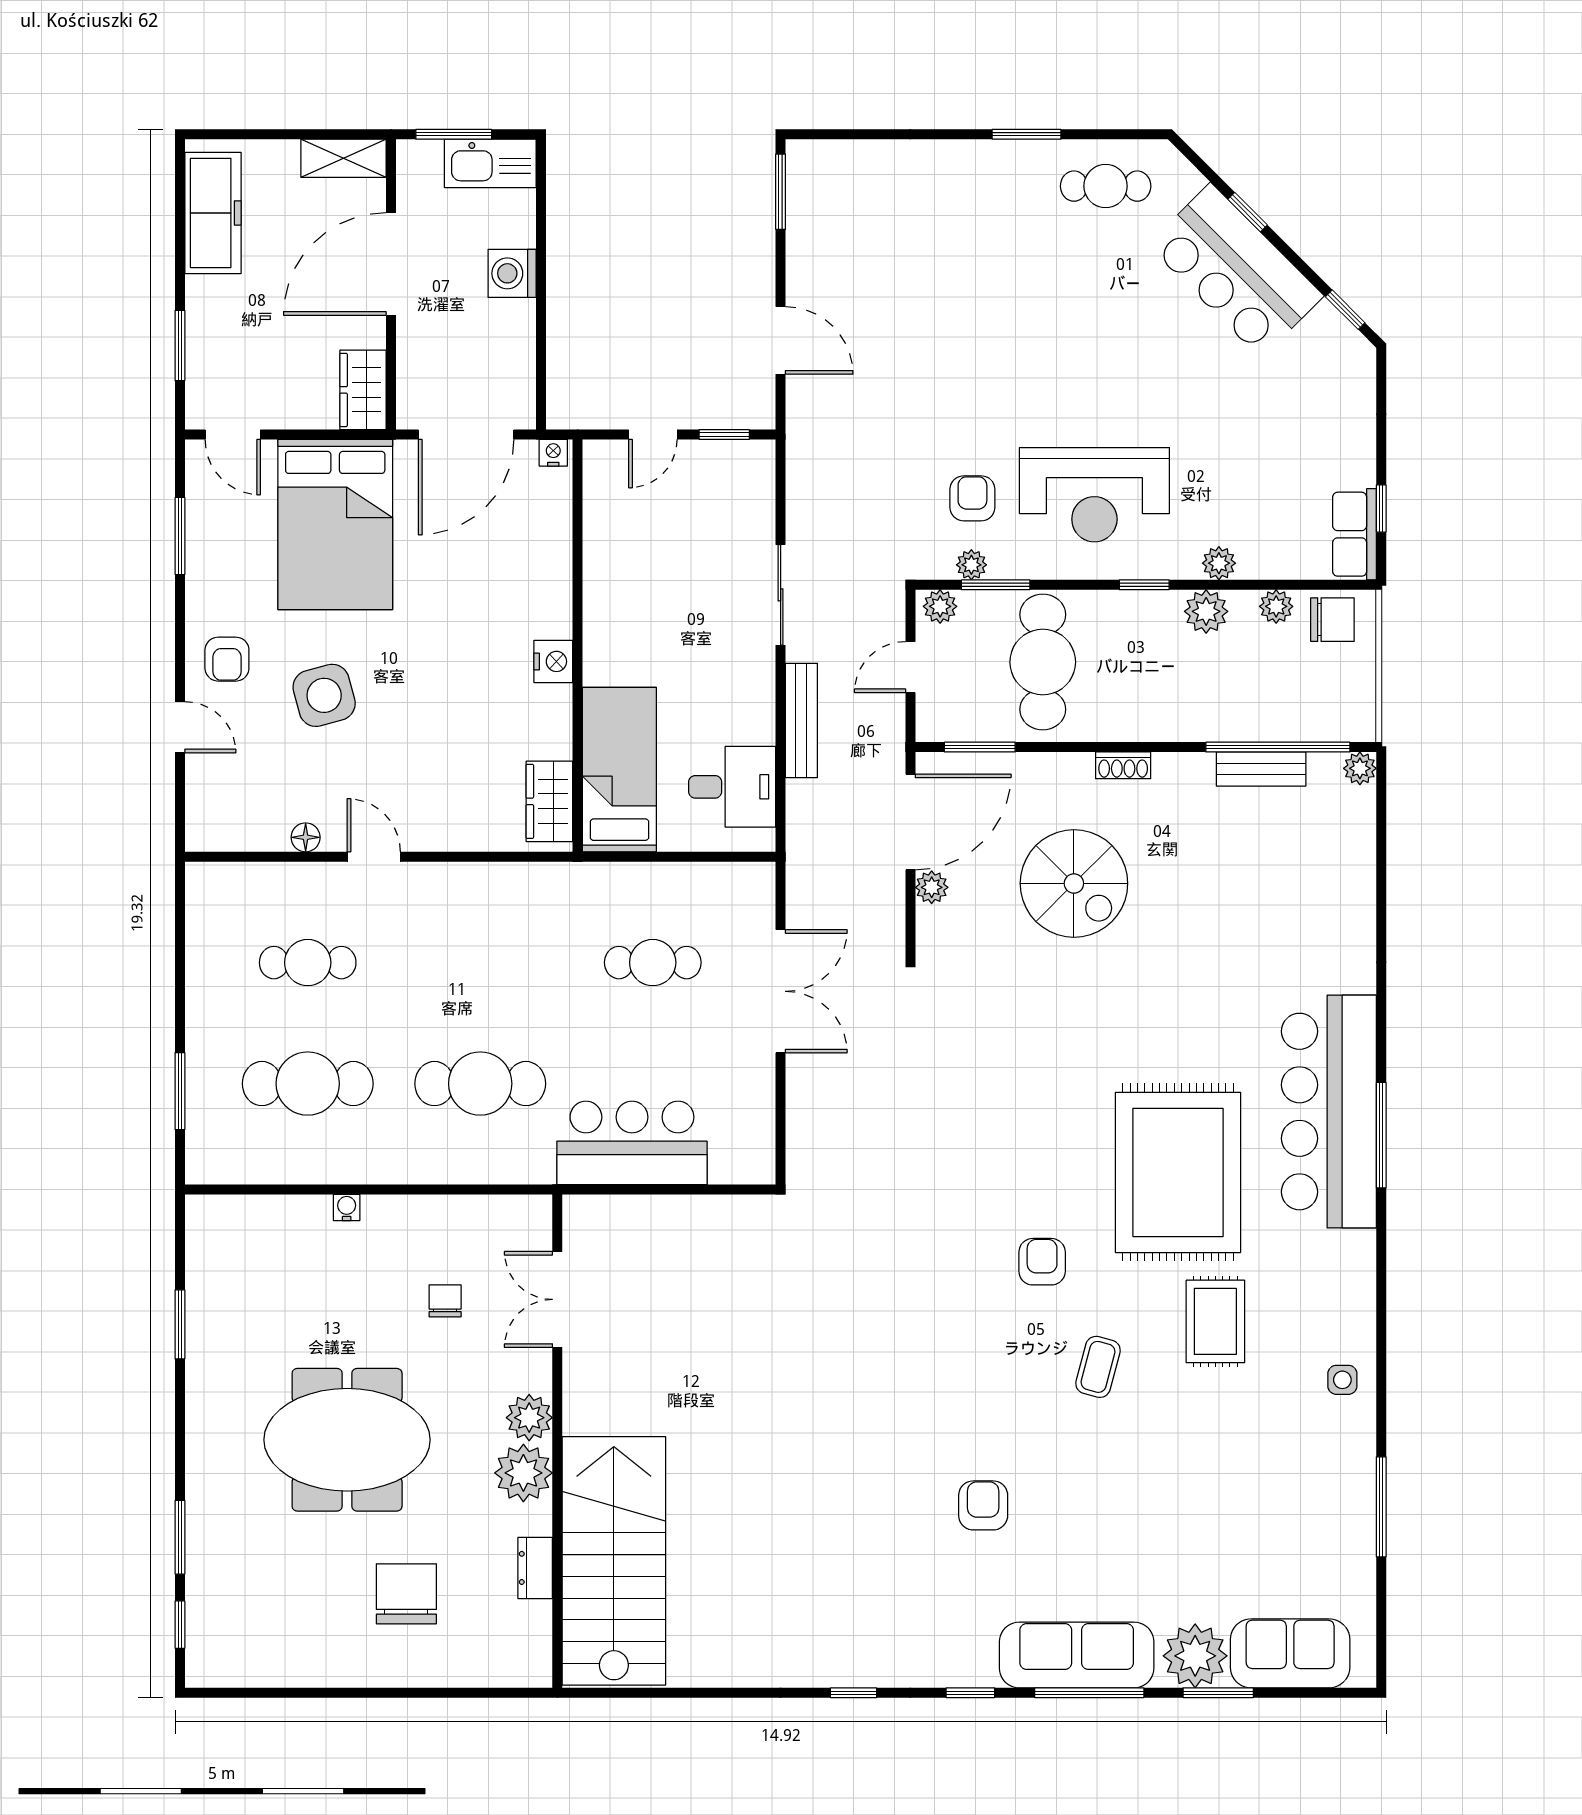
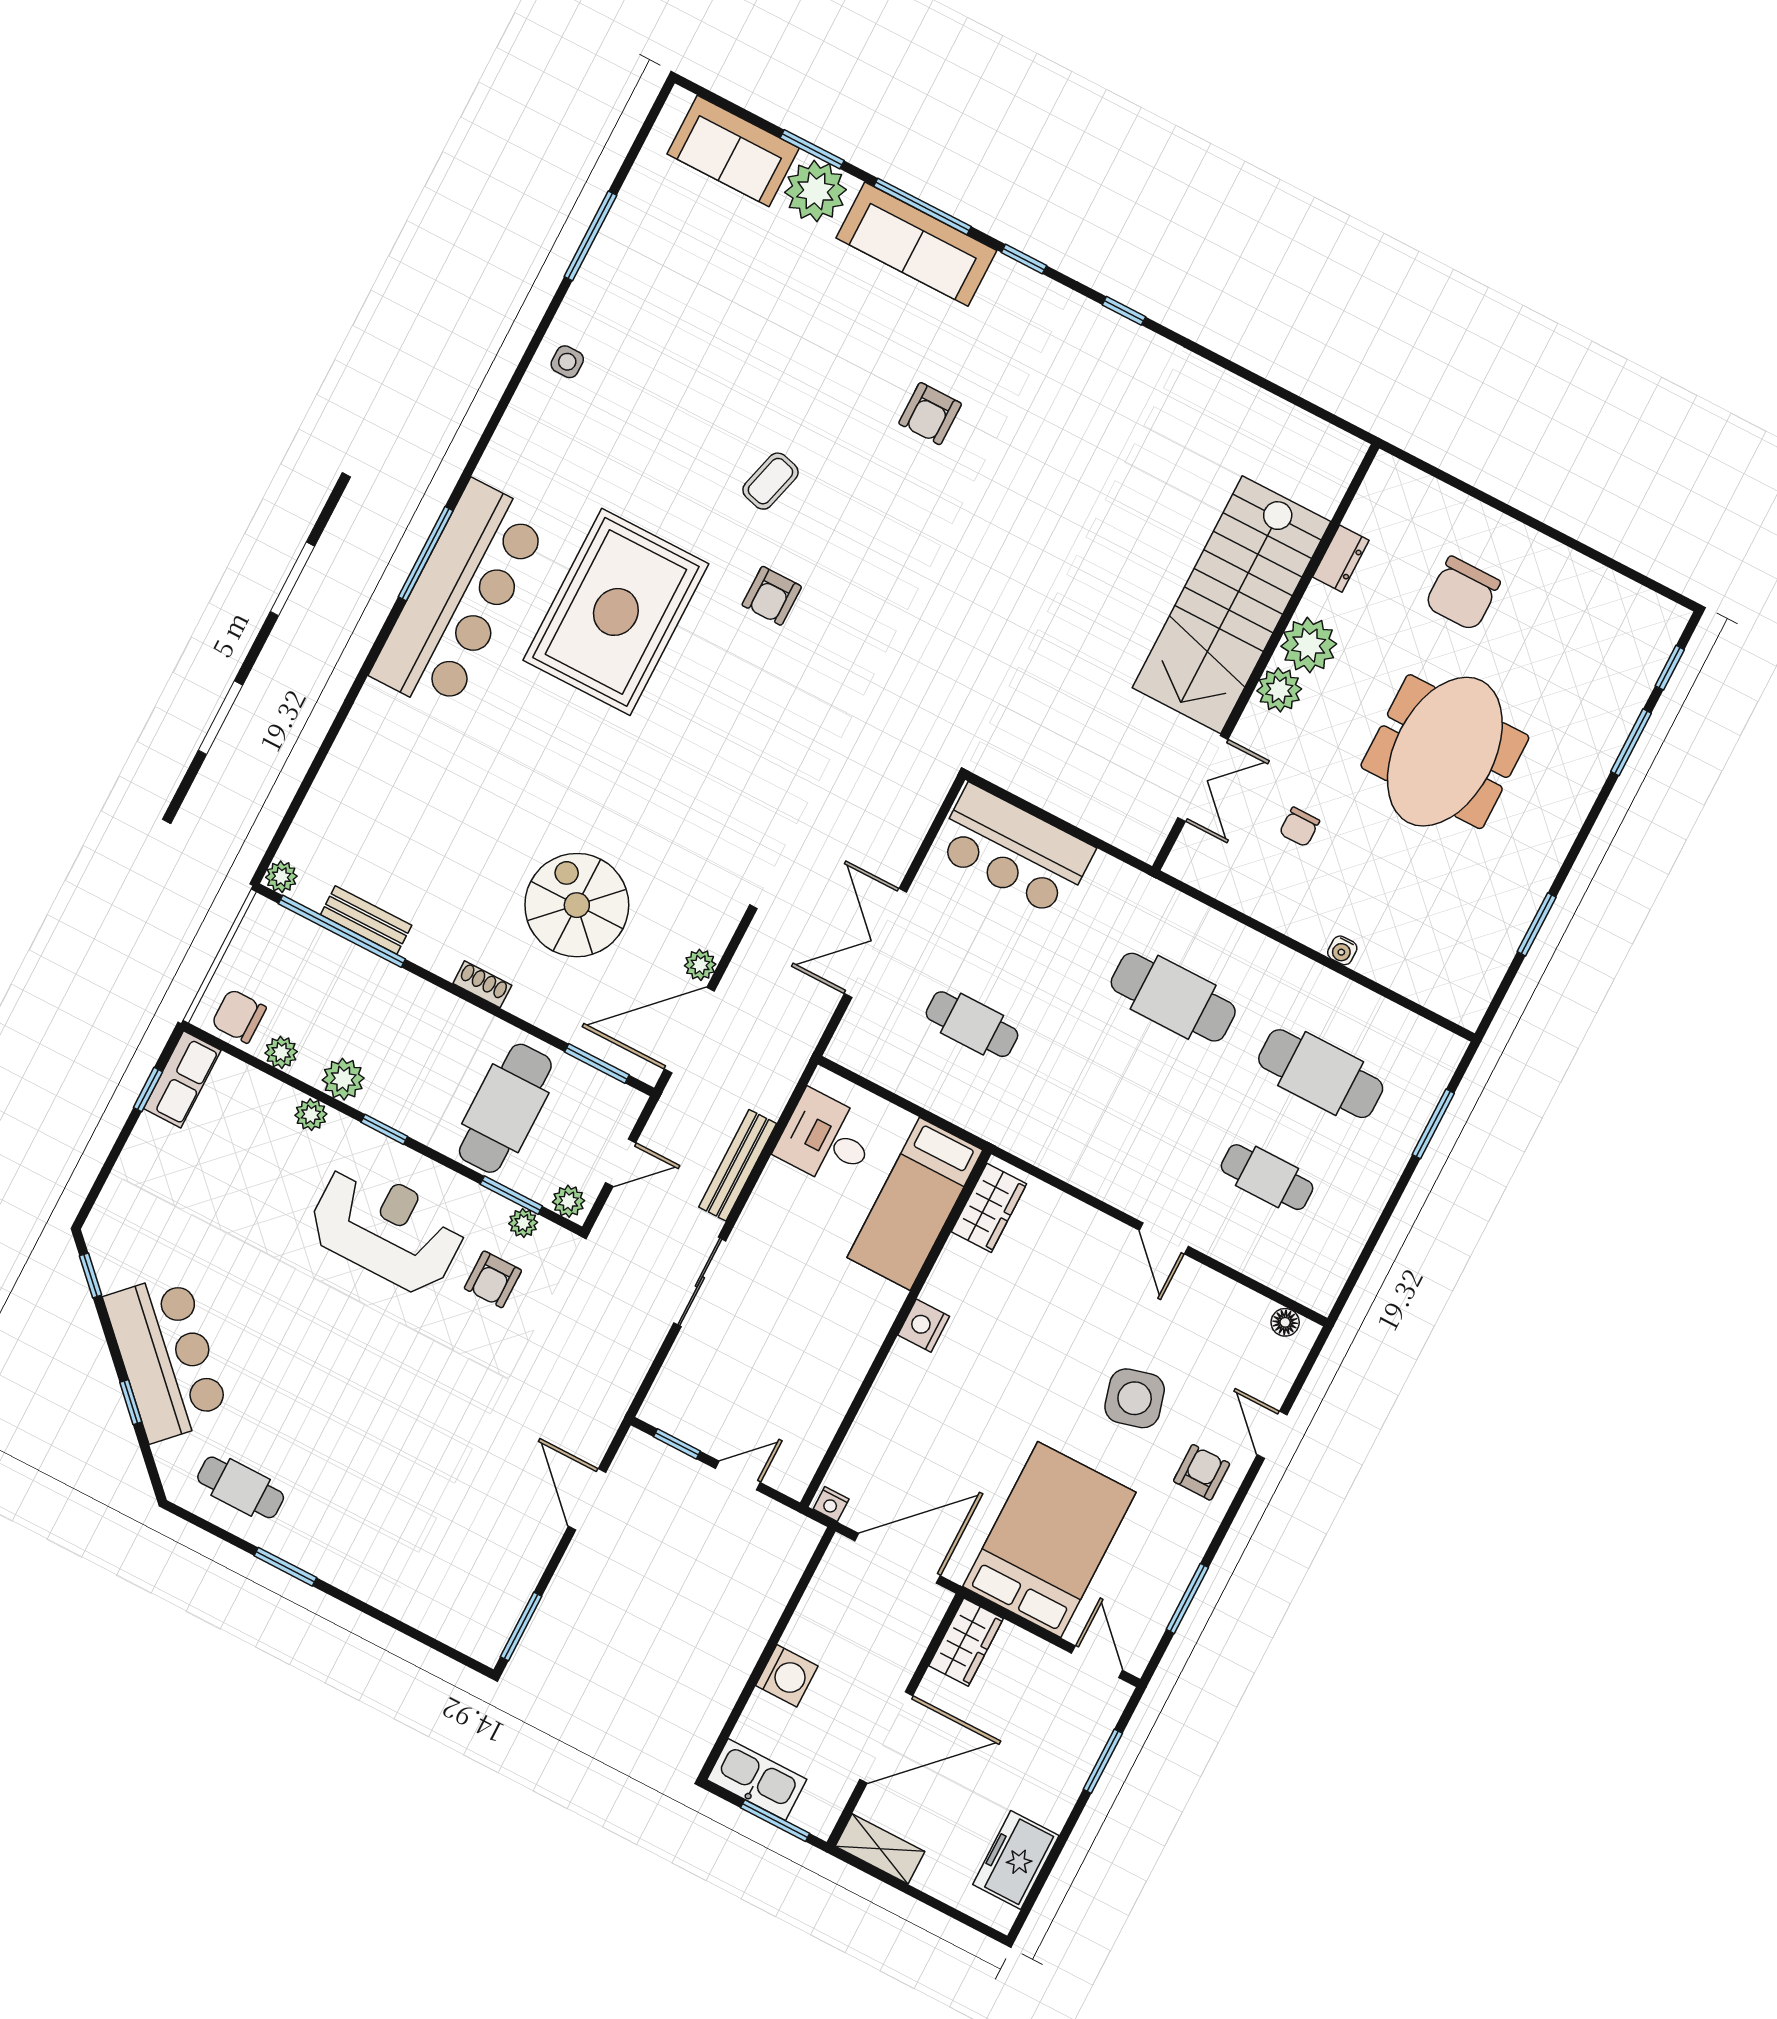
freezer: (213, 213) -> (1016, 1860), width x0.71
floor lamp: (306, 837) -> (1285, 1322), moved
bar counter: (632, 1143) -> (1014, 850), moved
rug: (1215, 1321) -> (650, 468), removed
meeting table: (347, 1440) -> (1445, 752), turned 90
stairs: (614, 1561) -> (1231, 605), moved

